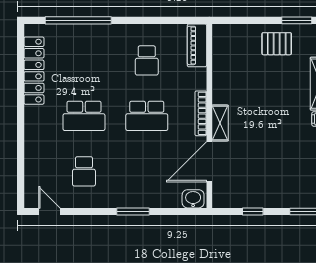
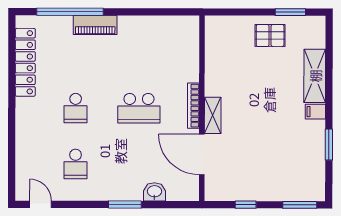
piano: (197, 45) -> (95, 25), moved, turned -90
school desk: (147, 60) -> (139, 52), removed
school desk: (84, 116) -> (76, 108), width x0.54
door: (209, 162) -> (202, 154), hinge flipped
washbasin: (193, 199) -> (154, 192), moved

